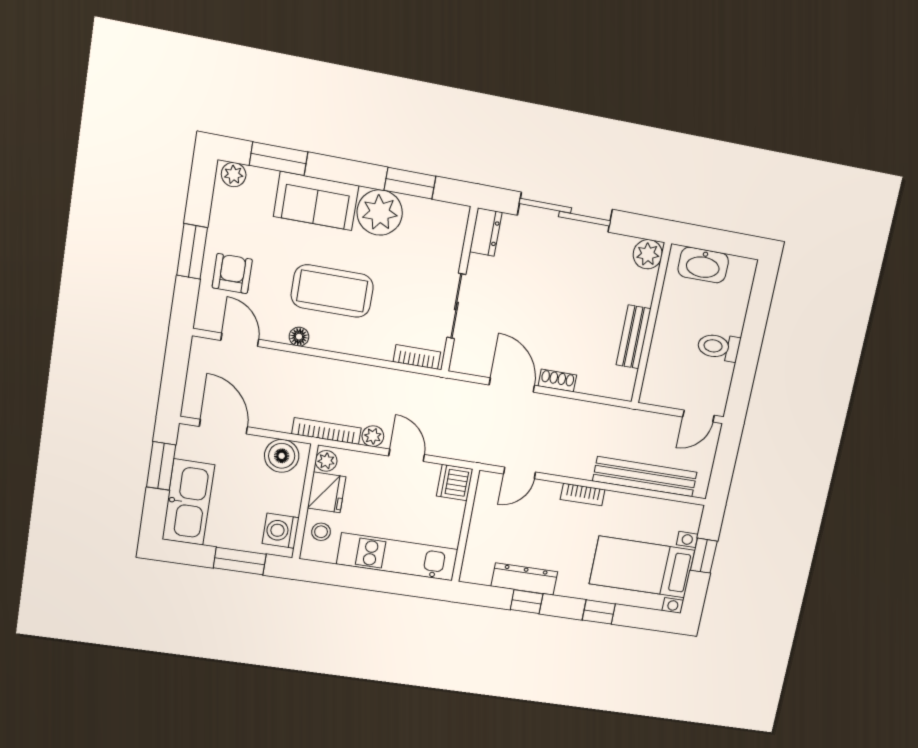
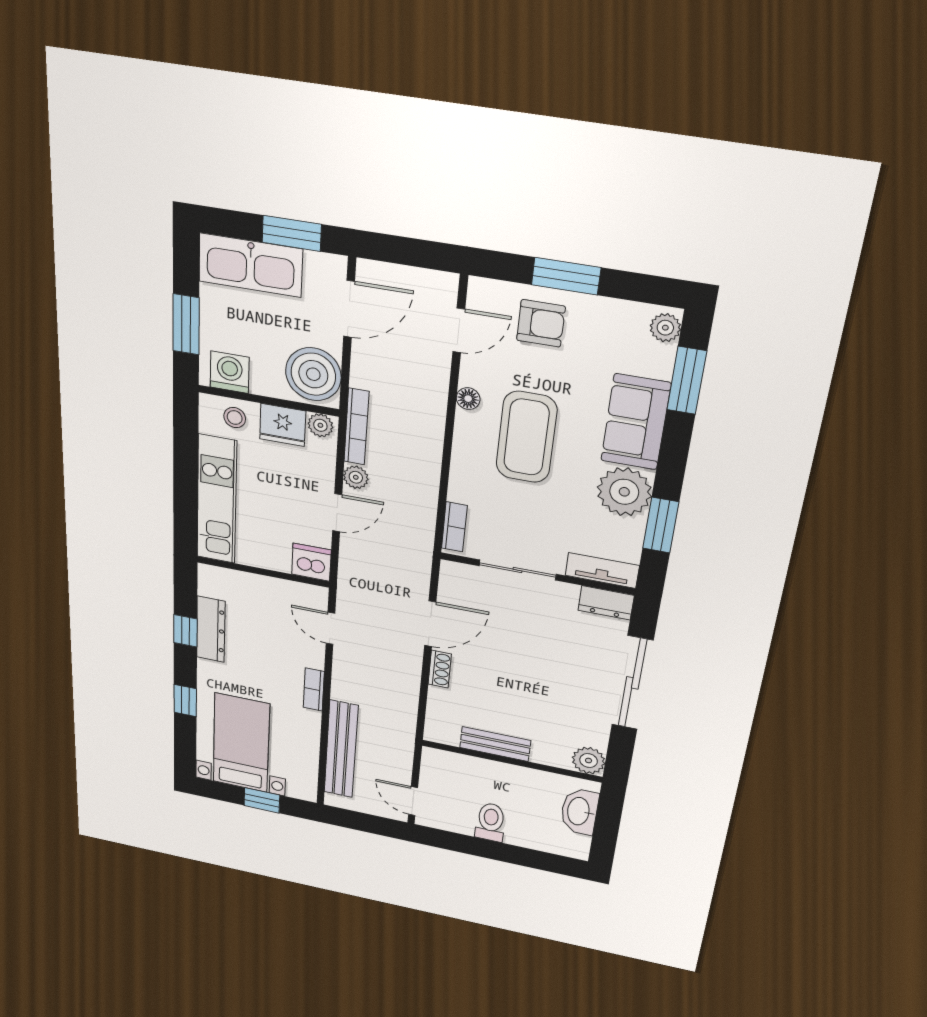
tv unit: (454, 234) -> (602, 570), added
boiler: (282, 456) -> (313, 374), width x1.37, depth x1.37

